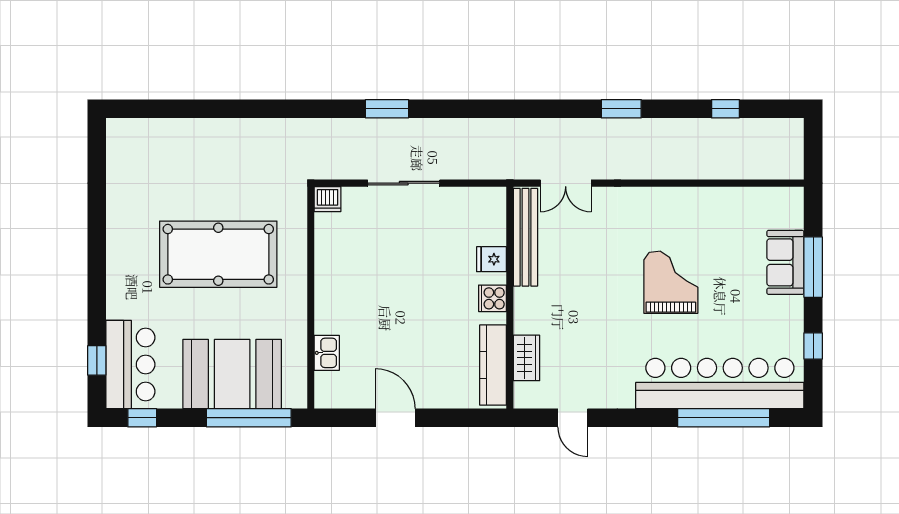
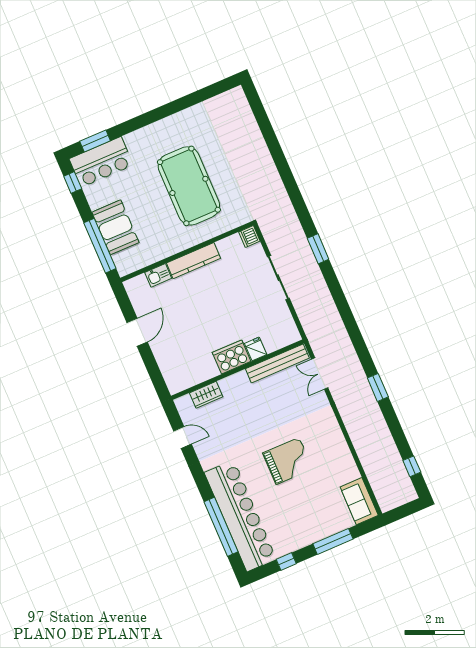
window: (725, 109) -> (412, 466), moved
sofa: (785, 262) -> (359, 501), moved, turned -90
cooker: (492, 298) -> (232, 357), width x1.87, depth x1.31
window: (97, 360) -> (95, 141), width x1.50
kitchen counter: (493, 365) -> (193, 261), moved, turned 180
booth: (232, 374) -> (115, 227), width x0.73, depth x0.70
door: (573, 418) -> (182, 437), swing flipped

